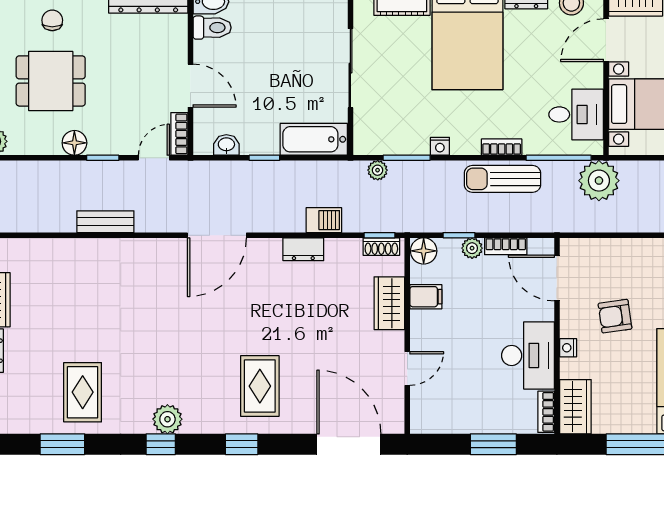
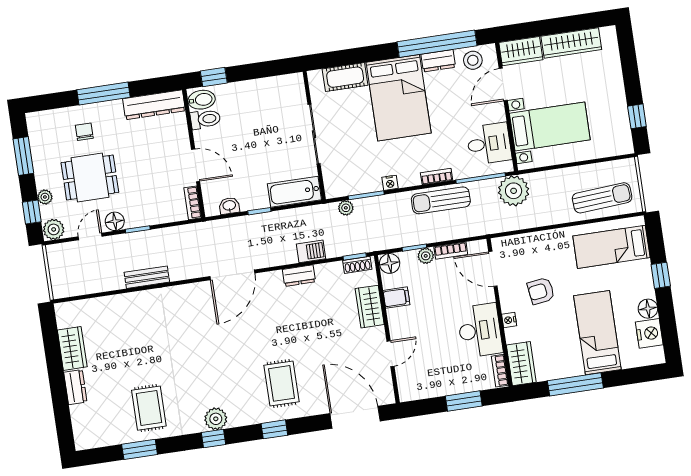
door: (154, 158) -> (90, 236), moved

